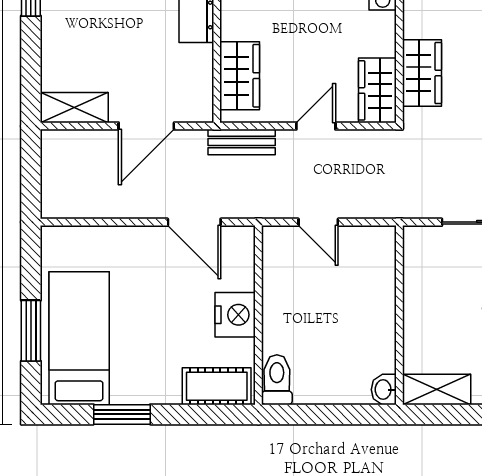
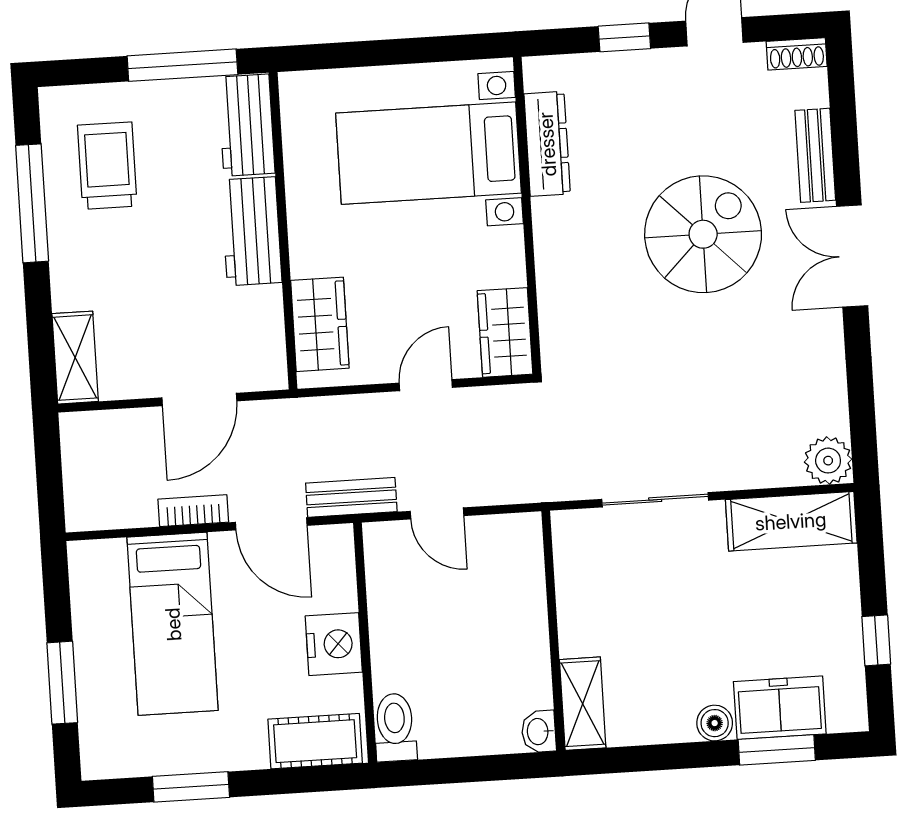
wardrobe: (422, 73) -> (563, 305), removed
shelving: (74, 108) -> (75, 358), moved, turned 90
bench: (242, 142) -> (351, 497), moved
bookcase: (137, 209) -> (193, 511), added
bed: (79, 338) -> (173, 624), moved, turned 180
shelving: (437, 390) -> (583, 704), moved, turned 90

